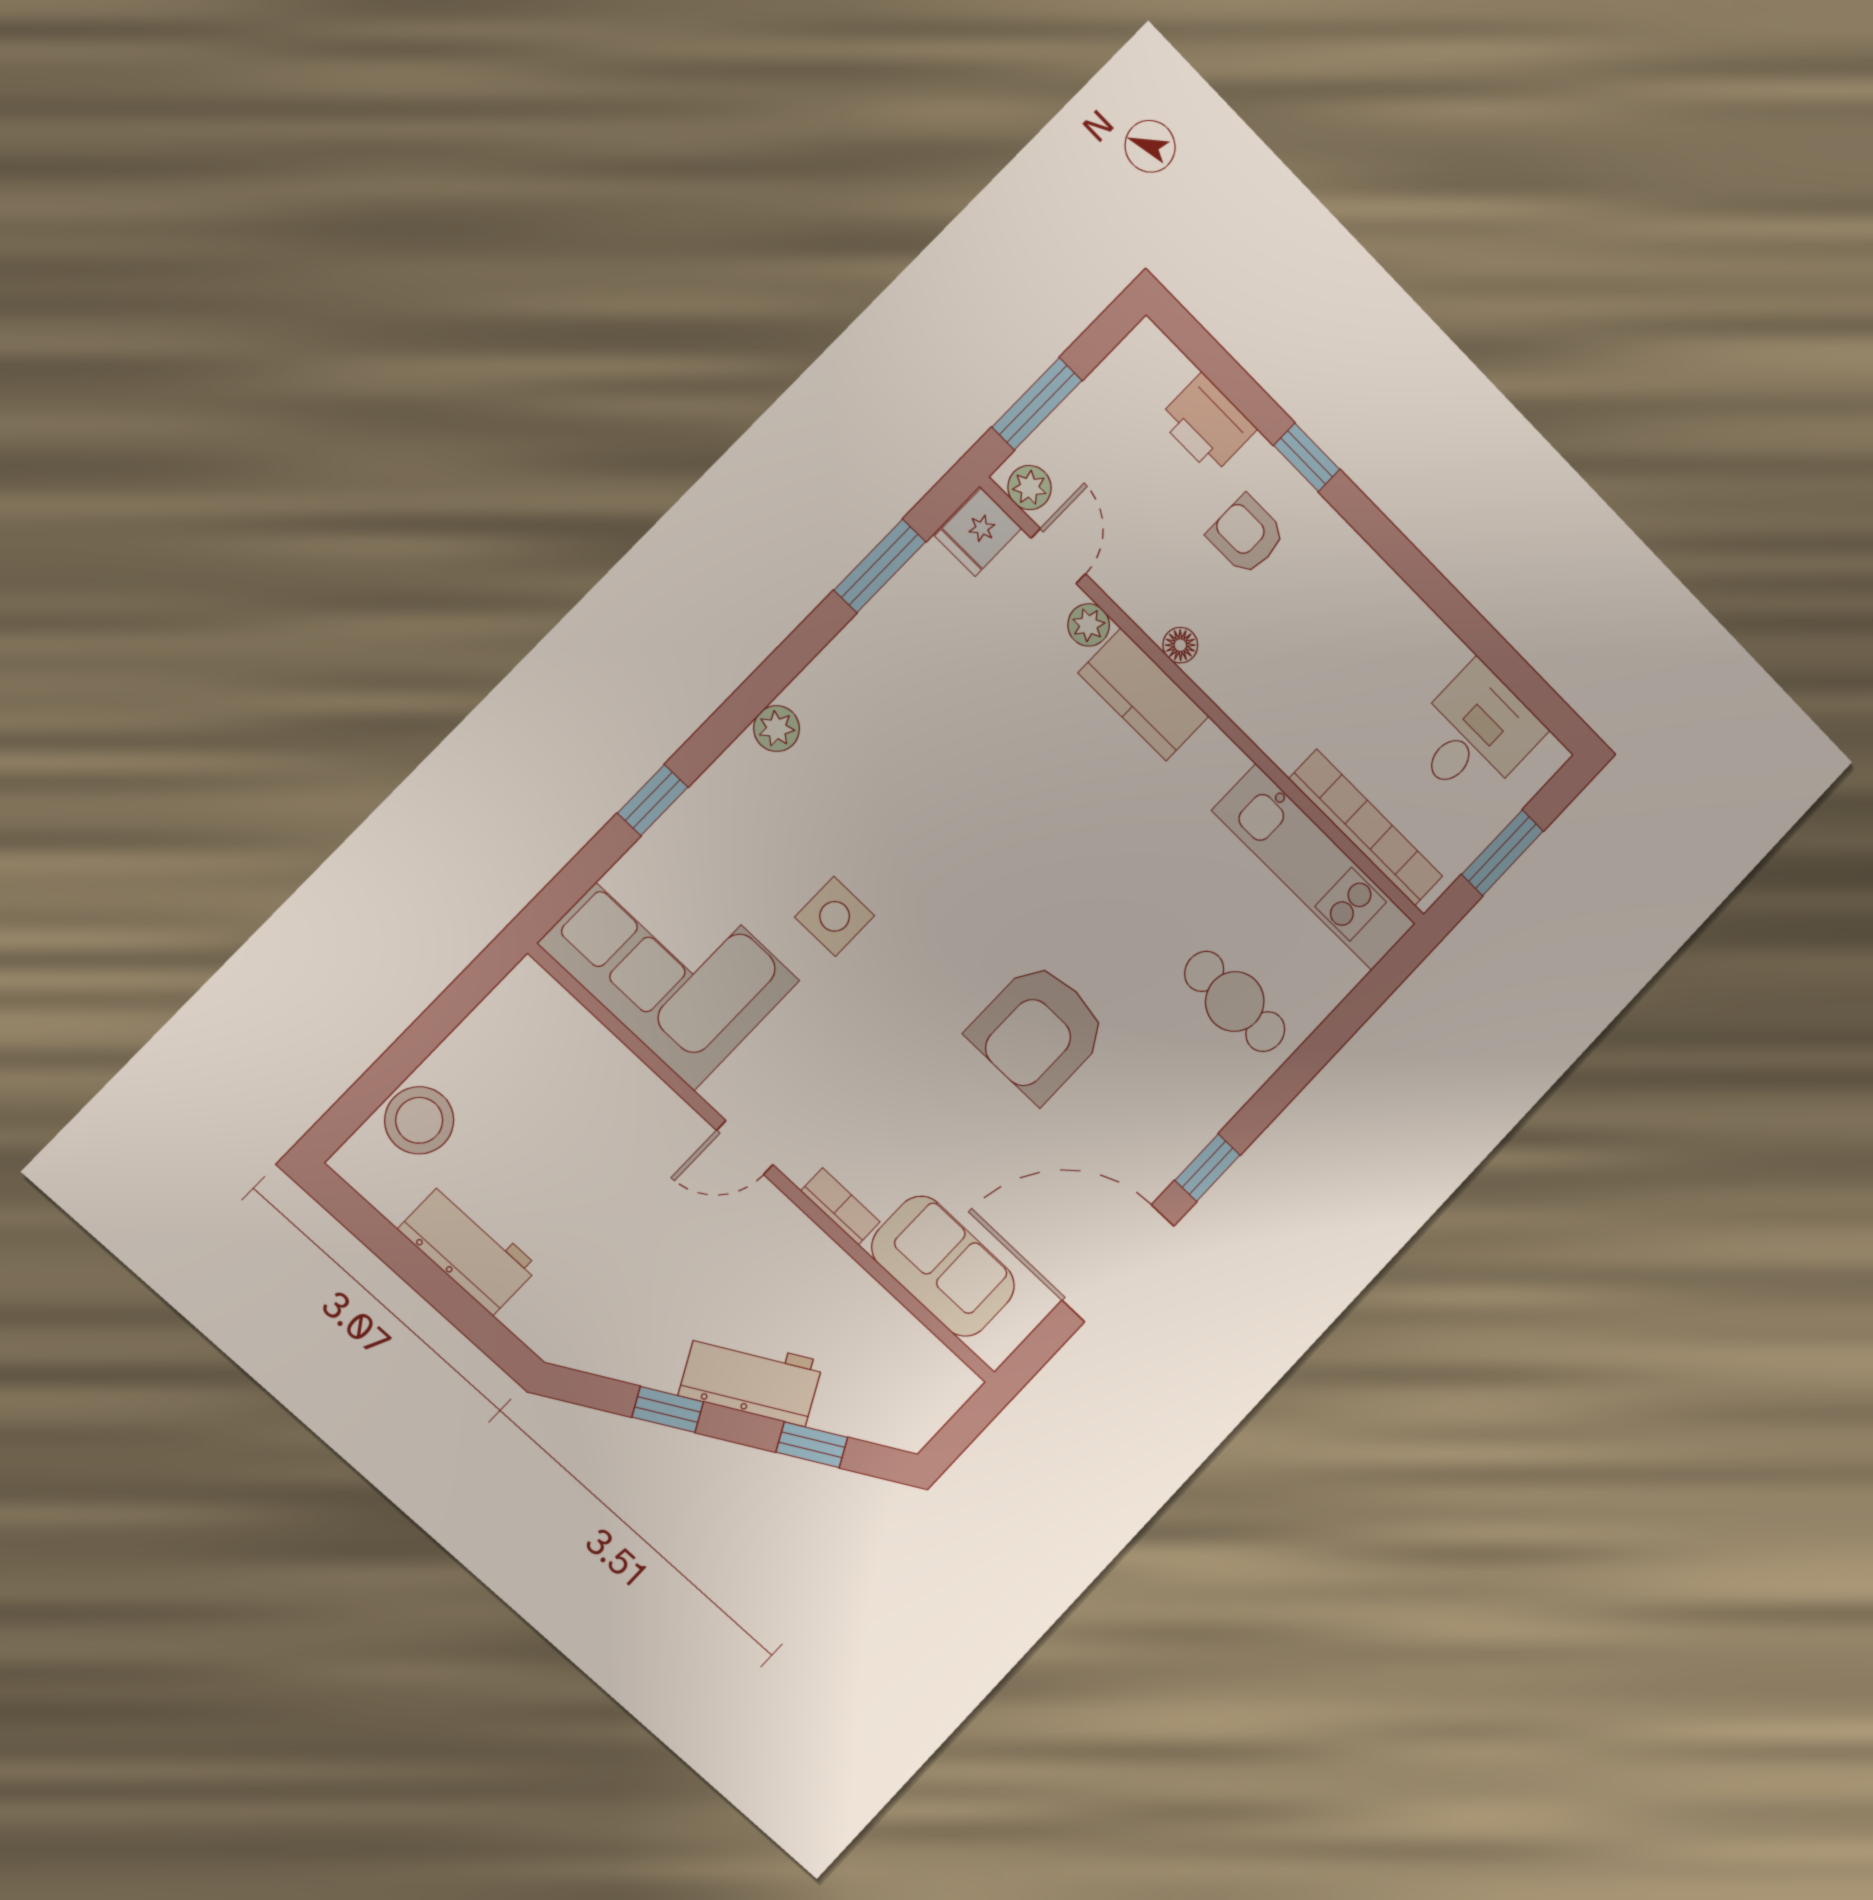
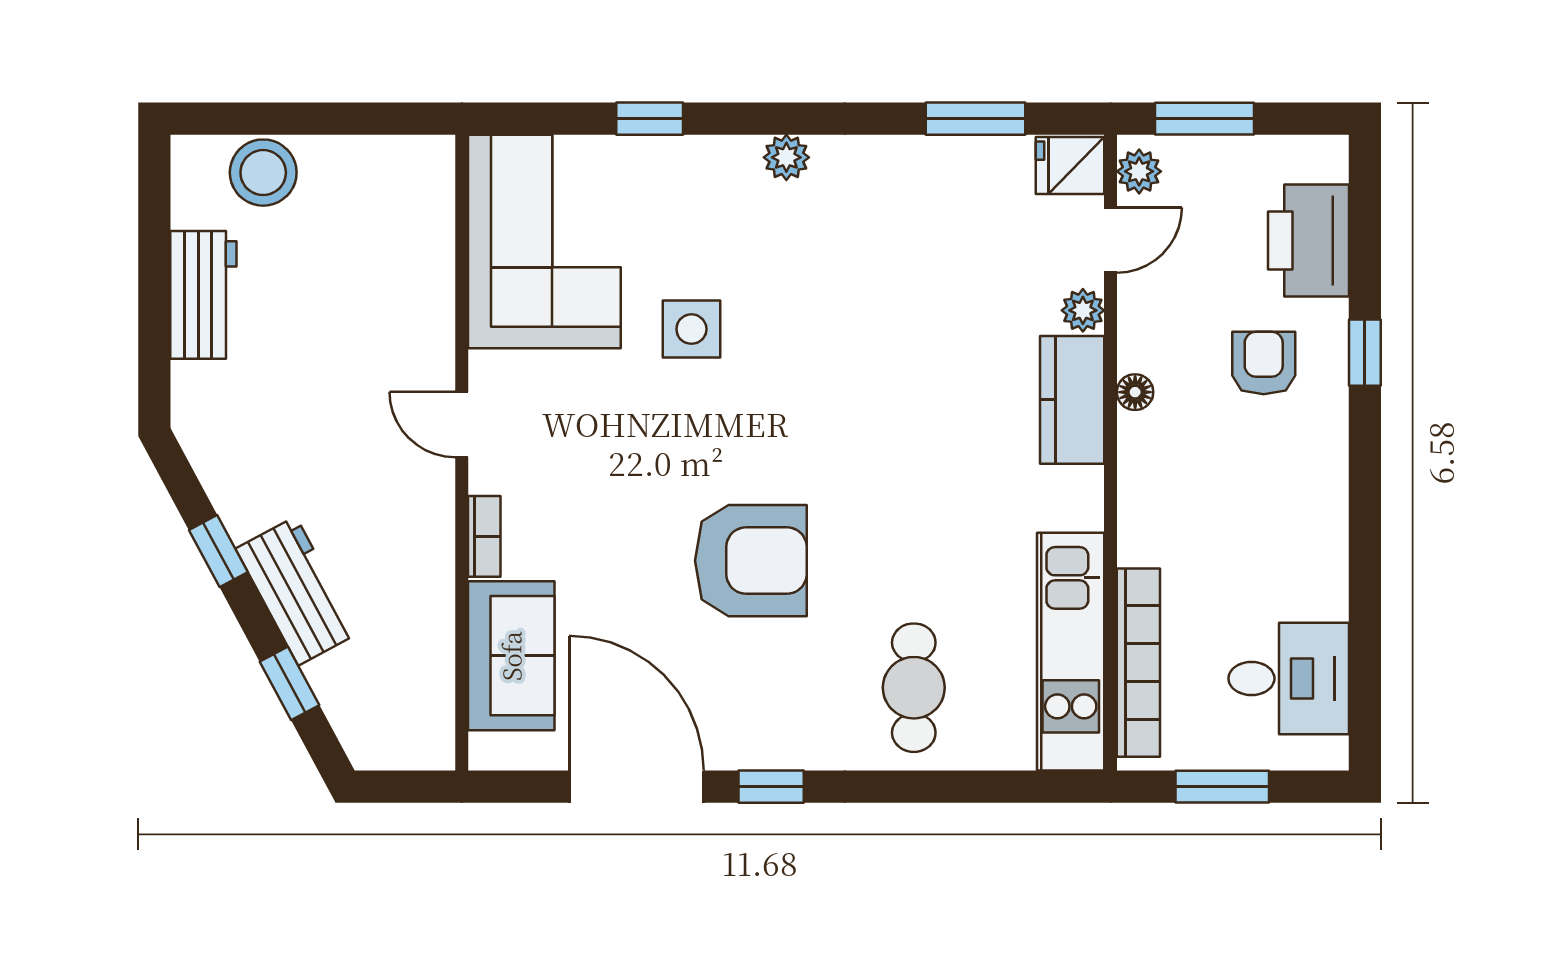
printer: (1207, 424) -> (1309, 240), width x1.37, depth x1.19
armchair: (1039, 1032) -> (751, 561), turned 180

